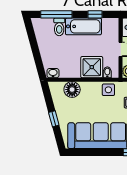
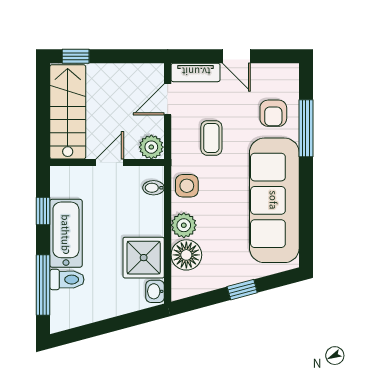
shower: (92, 67) -> (144, 258), moved
plant: (88, 88) -> (184, 225), added

